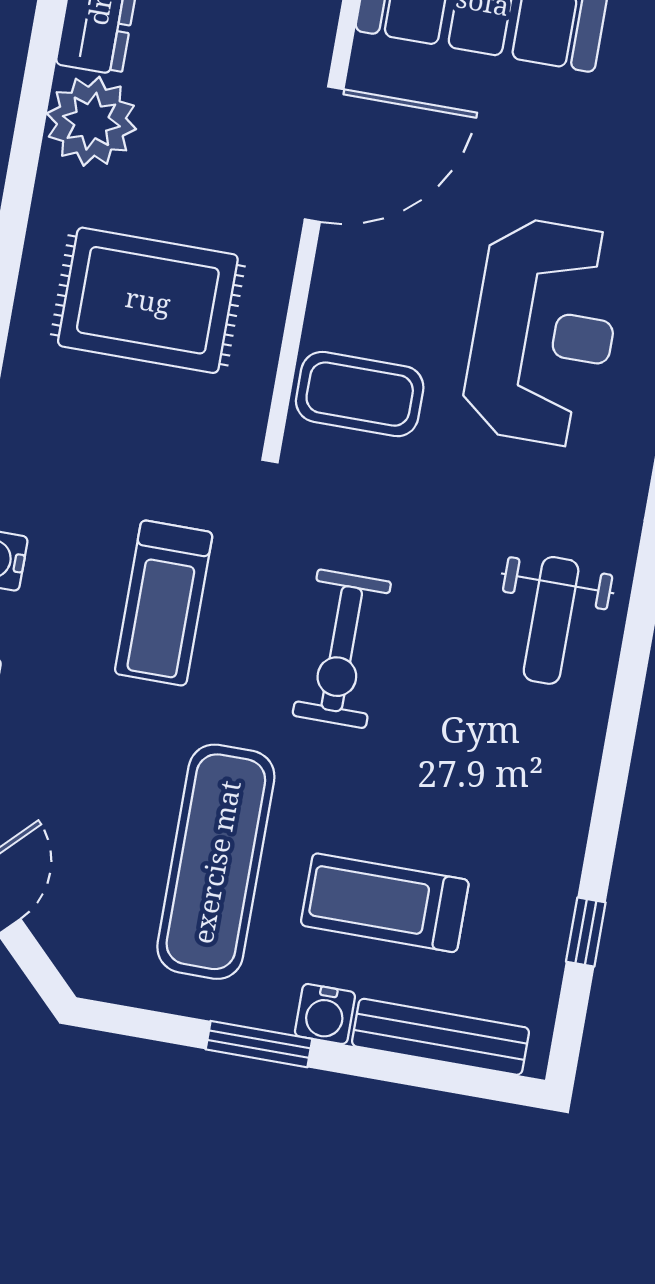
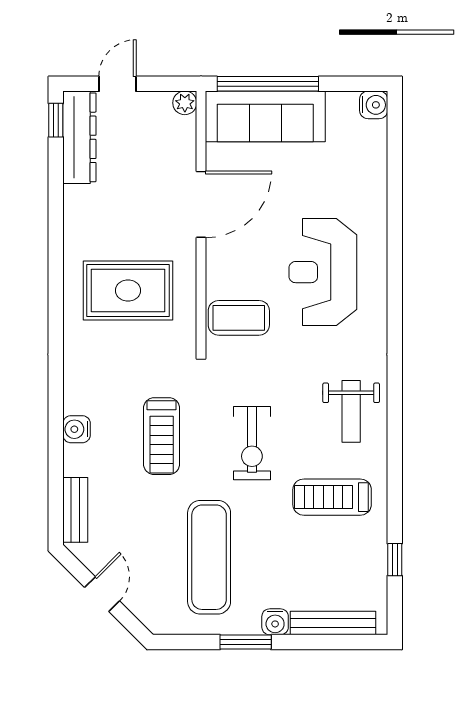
plant: (91, 121) -> (85, 208), removed
reception desk: (544, 332) -> (323, 272), turned 180
treadmill: (385, 903) -> (332, 497), moved

